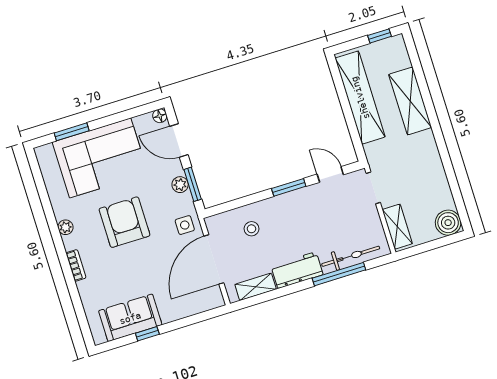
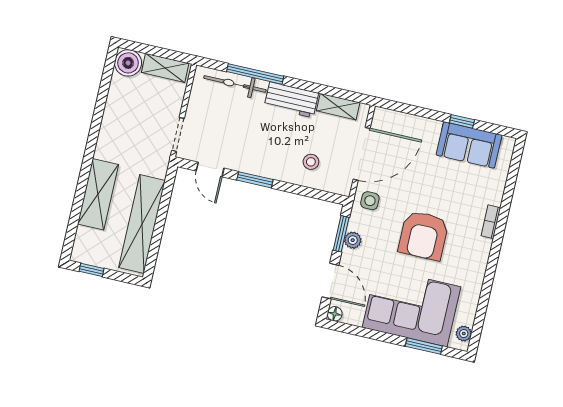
plant: (65, 227) -> (464, 334), moved
shelving: (397, 227) -> (165, 68), moved, turned 90

